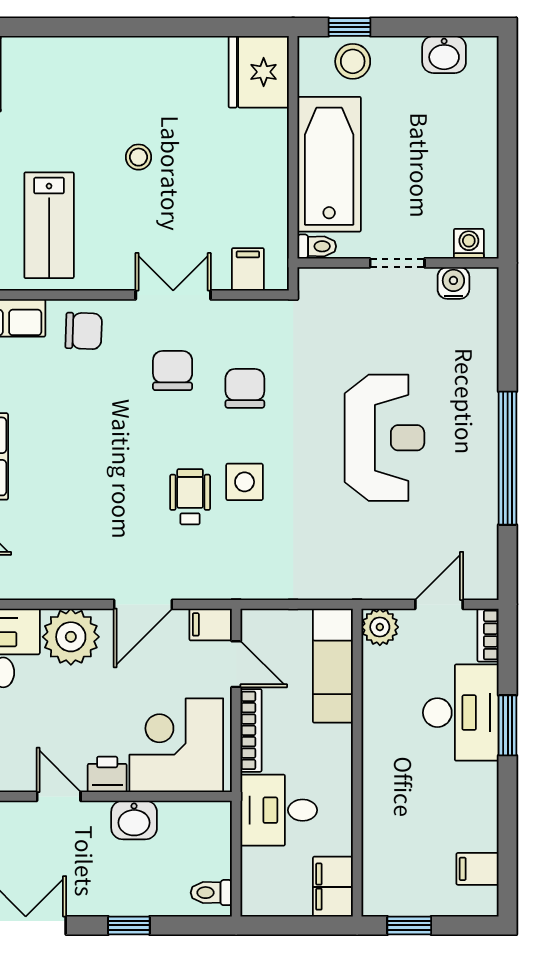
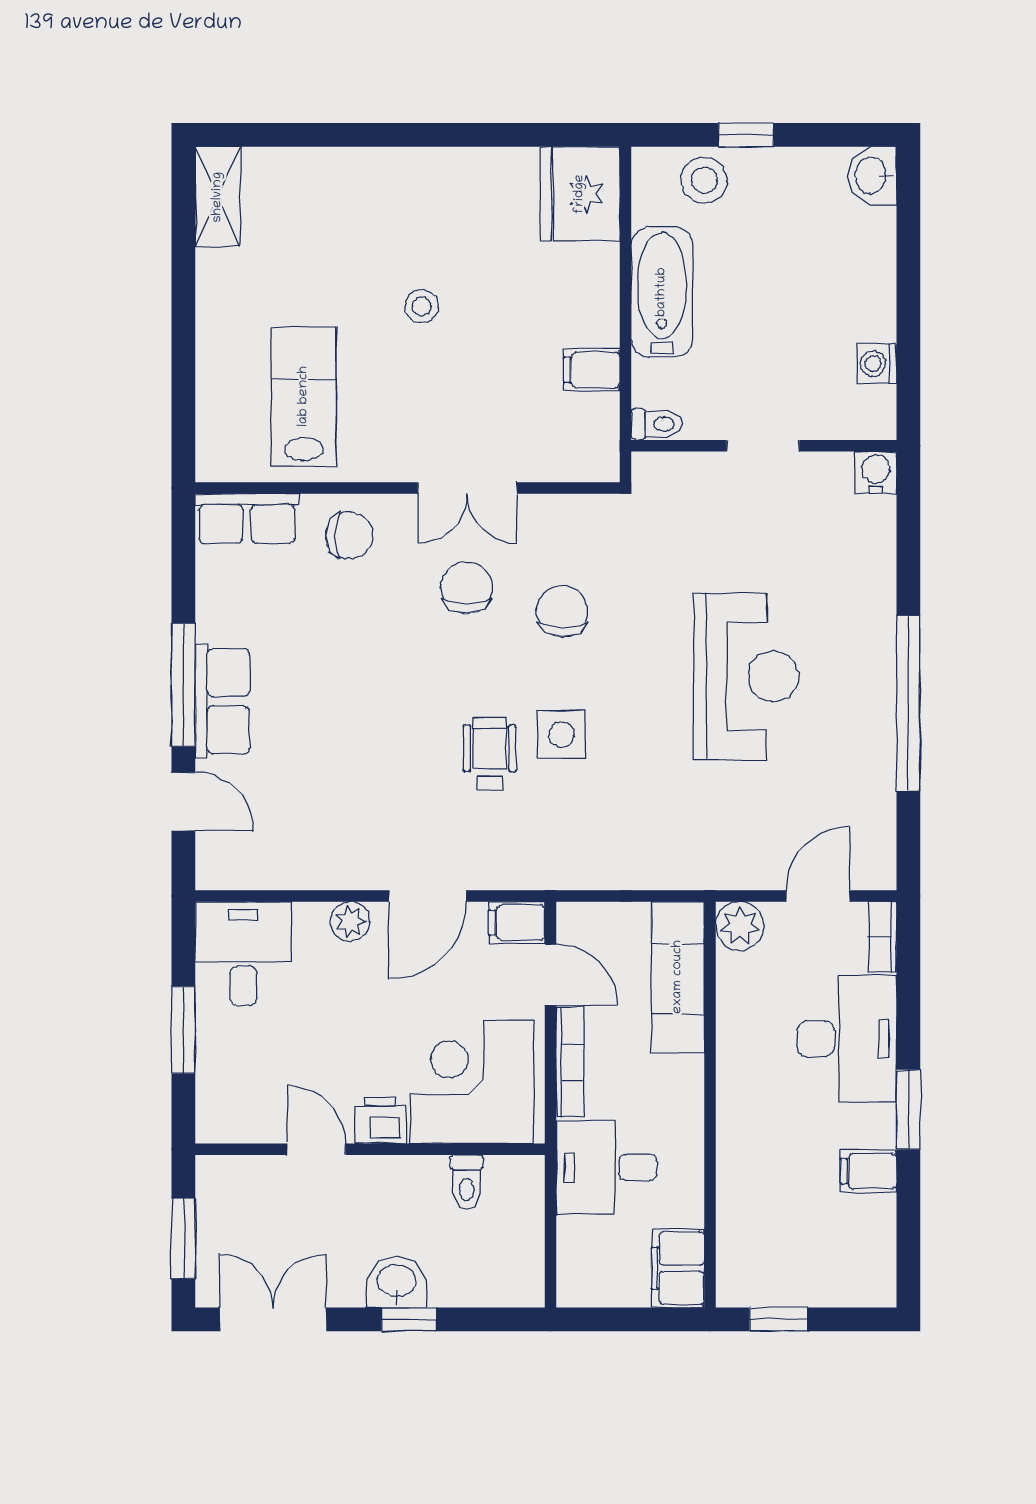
window: (350, 27) -> (746, 135), moved
washbasin: (444, 54) -> (872, 176), moved, turned 90
bathtub: (329, 164) -> (662, 292), width x0.73, depth x0.73
lab bench: (49, 225) -> (304, 396), turned 180
washing machine: (469, 244) -> (877, 364), moved, turned -90
filing cabinet: (248, 269) -> (592, 370), moved, turned -90
water cooler: (453, 283) -> (876, 472), moved
double door: (173, 295) -> (467, 488), swing flipped
plant: (71, 637) -> (350, 921), width x0.53, depth x0.53
window: (508, 725) -> (908, 1110), moved
washbasin: (134, 820) -> (397, 1282), moved, turned 180
filing cabinet: (477, 869) -> (869, 1171), moved
toilet: (211, 893) -> (467, 1182), moved, turned -90

